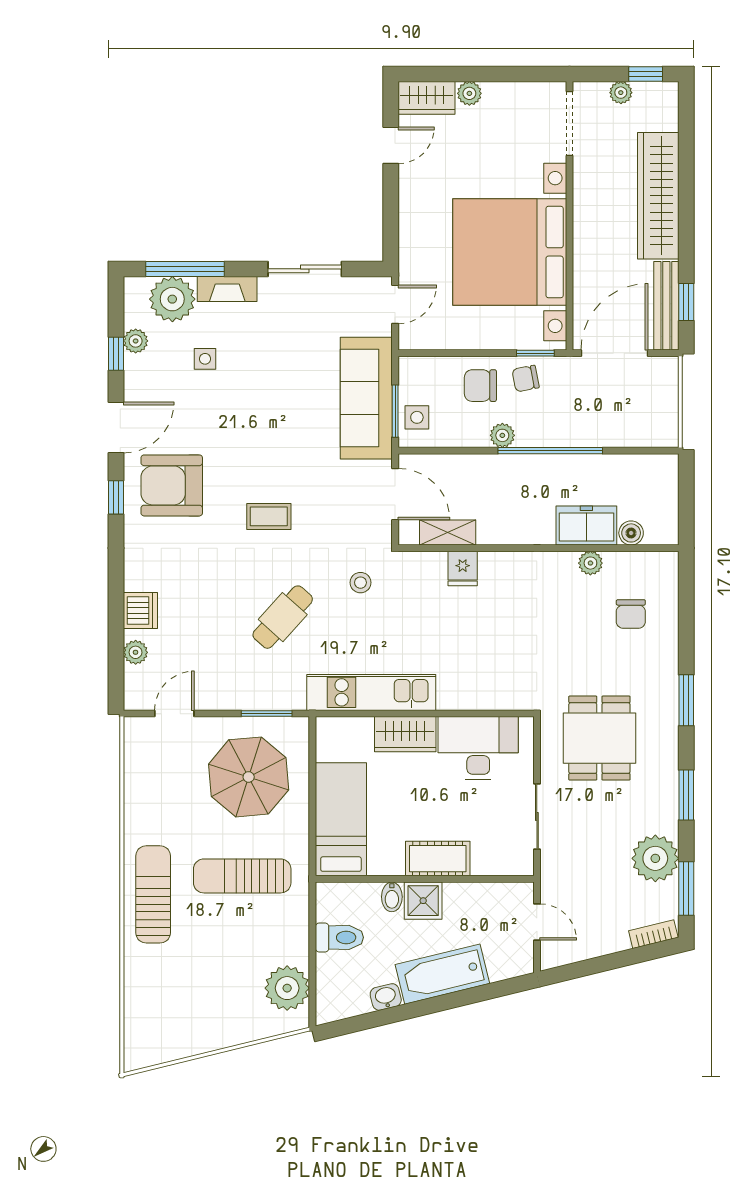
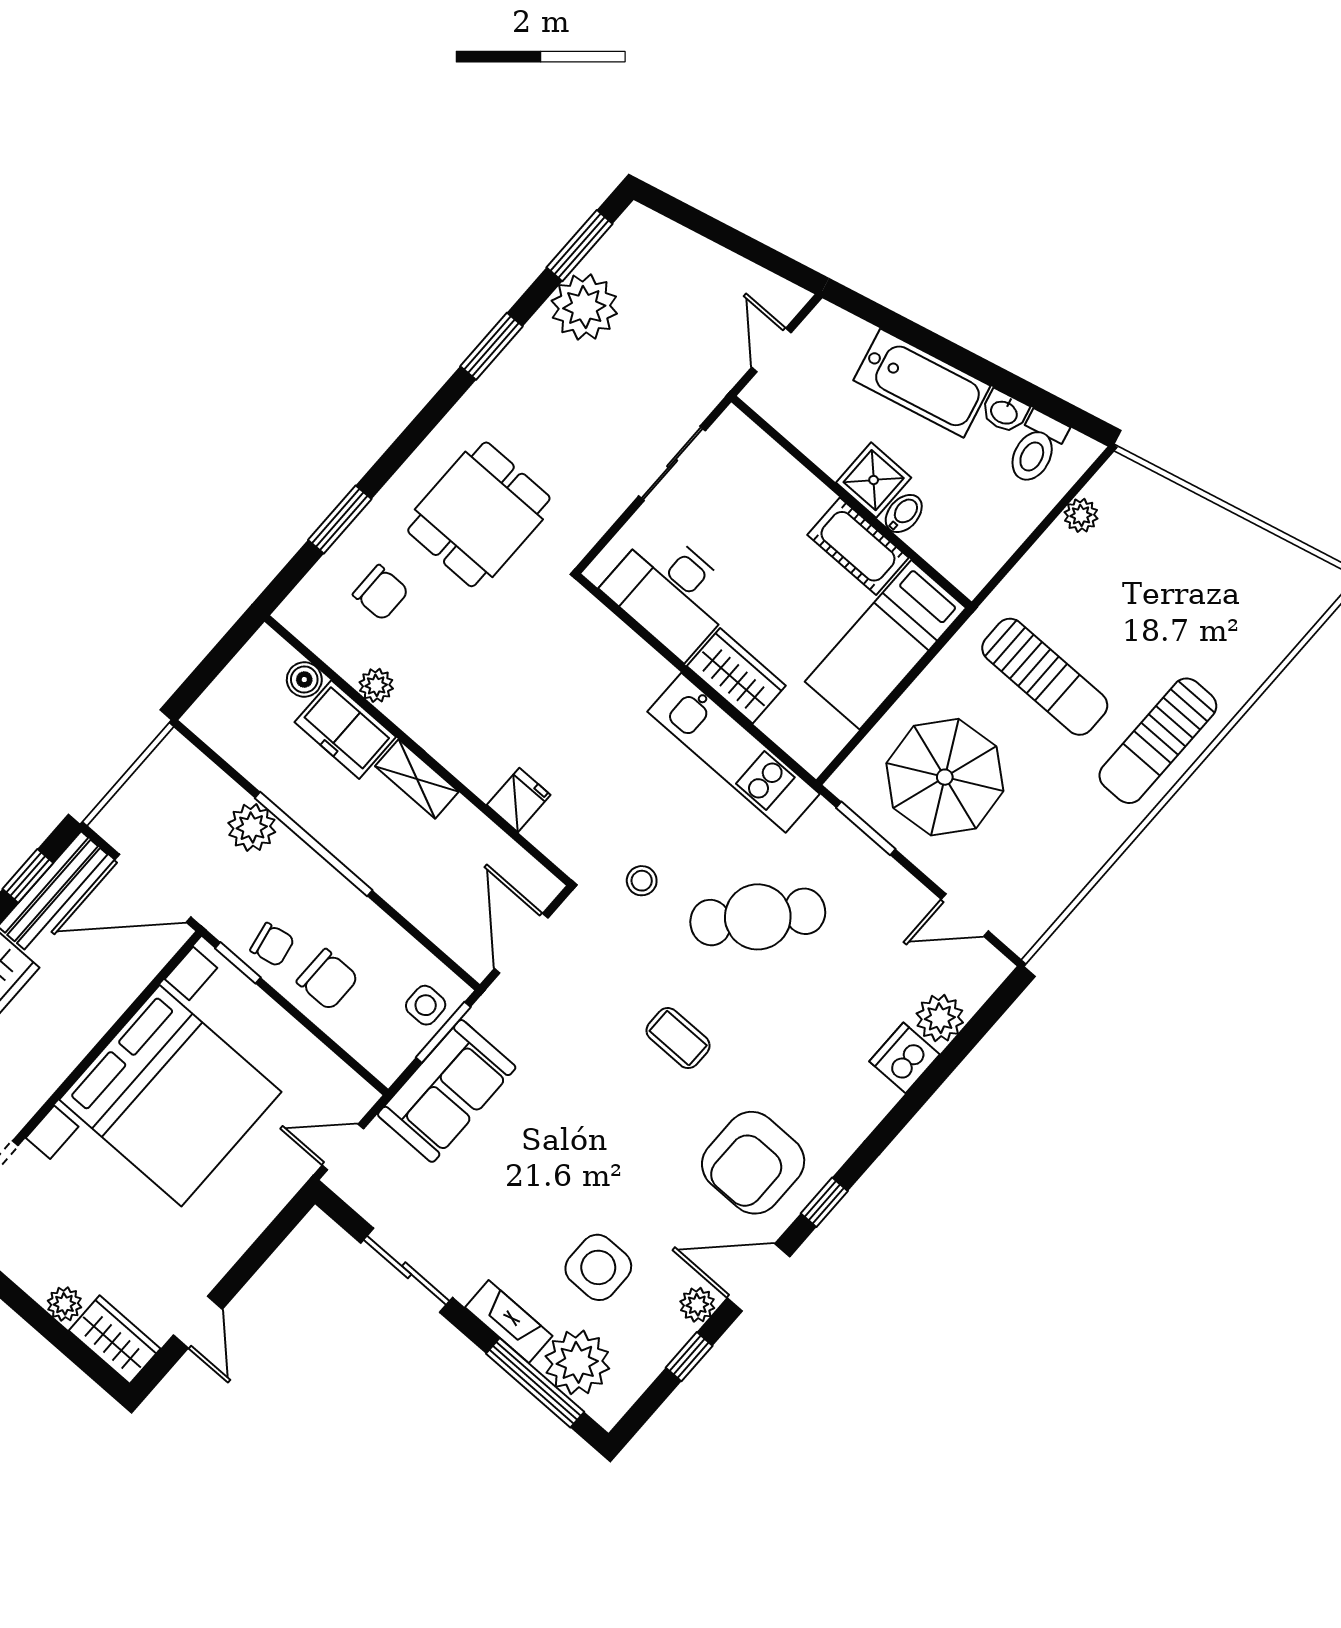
door: (391, 145) -> (198, 1322), swing flipped
plant: (136, 341) -> (697, 1305), moved
side table: (205, 359) -> (598, 1267), width x1.87, depth x1.87
sofa: (366, 398) -> (447, 1091), width x0.73
plant: (502, 435) -> (252, 827), moved, width x1.38, depth x1.38
armchair: (172, 485) -> (753, 1163), turned 90
shelving: (448, 533) -> (417, 779), moved
chair: (631, 614) -> (381, 593), turned 90
cafe table: (283, 617) -> (758, 917), width x1.37, depth x1.35
plant: (136, 652) -> (940, 1018), width x1.38, depth x1.38
window: (686, 700) -> (340, 519), moved
dining table: (599, 738) -> (479, 514), moved
cot: (438, 859) -> (858, 546), moved
bookcase: (653, 934) -> (658, 227), removed
toilet: (339, 937) -> (1036, 448), moved, turned -104
plant: (287, 988) -> (1081, 515), width x0.53, depth x0.53

